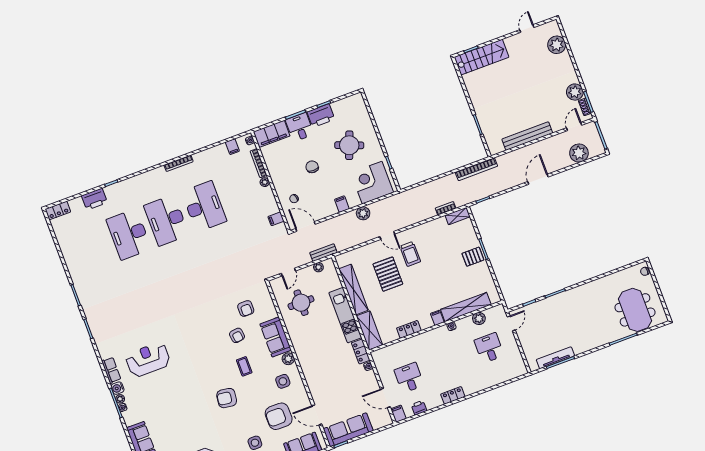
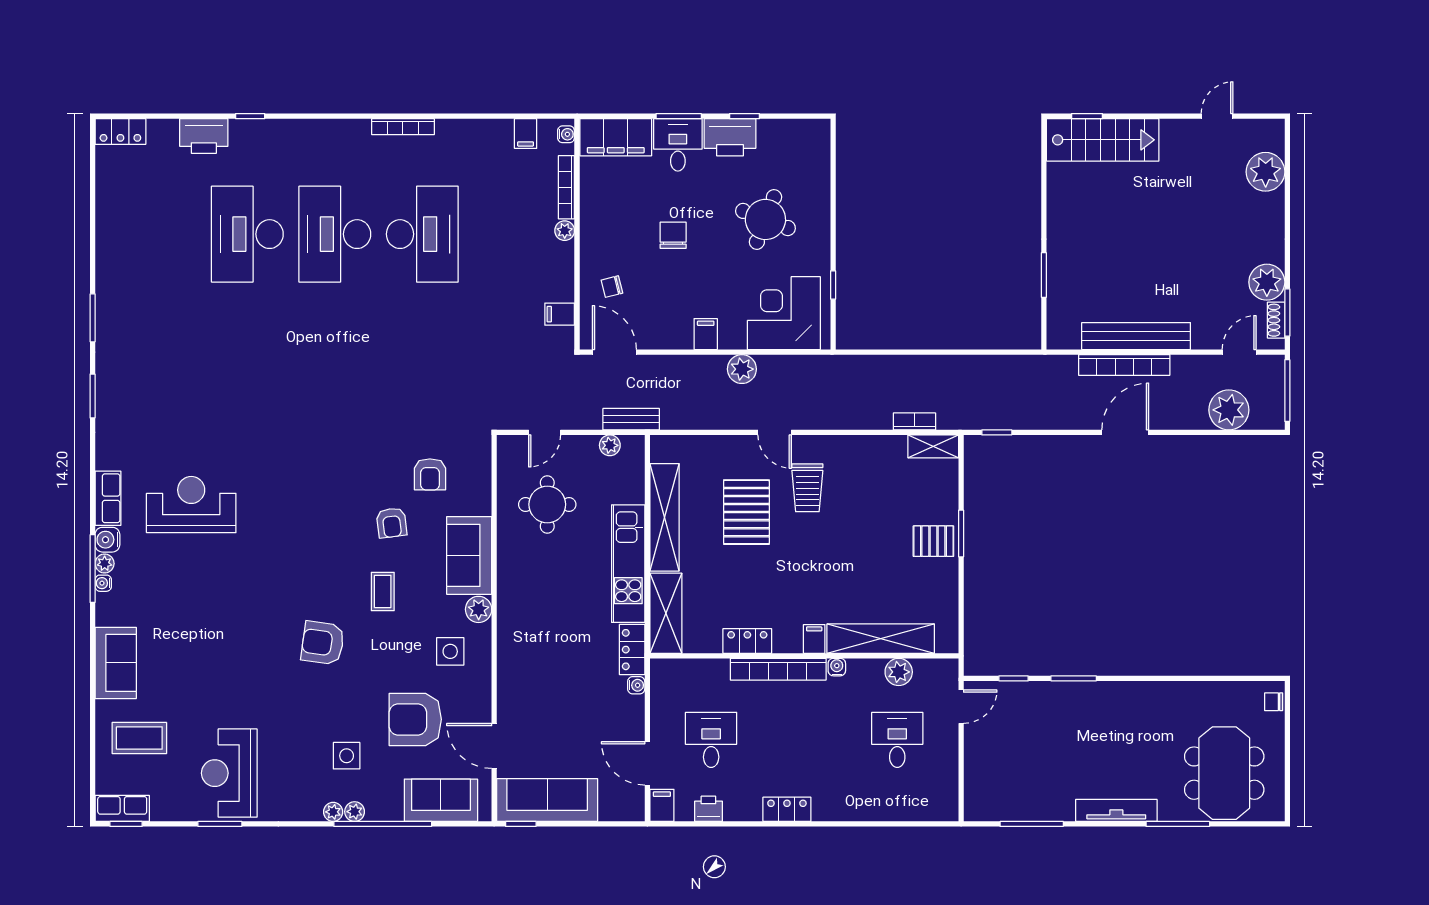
bookcase: (476, 169) -> (1124, 365), moved
bookcase: (427, 337) -> (778, 669), added
tv unit: (555, 358) -> (1116, 810), moved

